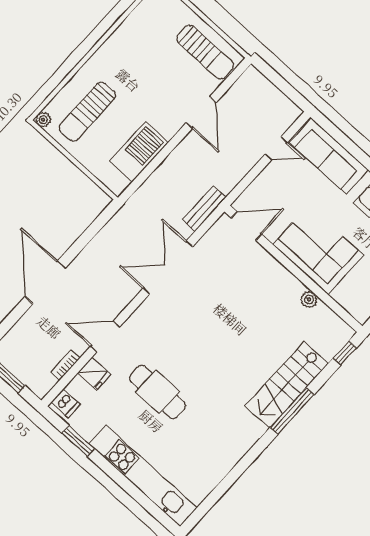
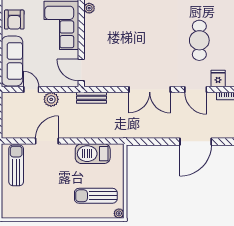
sun lounger: (87, 112) -> (96, 196), turned 180
plant: (244, 161) -> (51, 99), added
double door: (168, 268) -> (150, 90), moved

